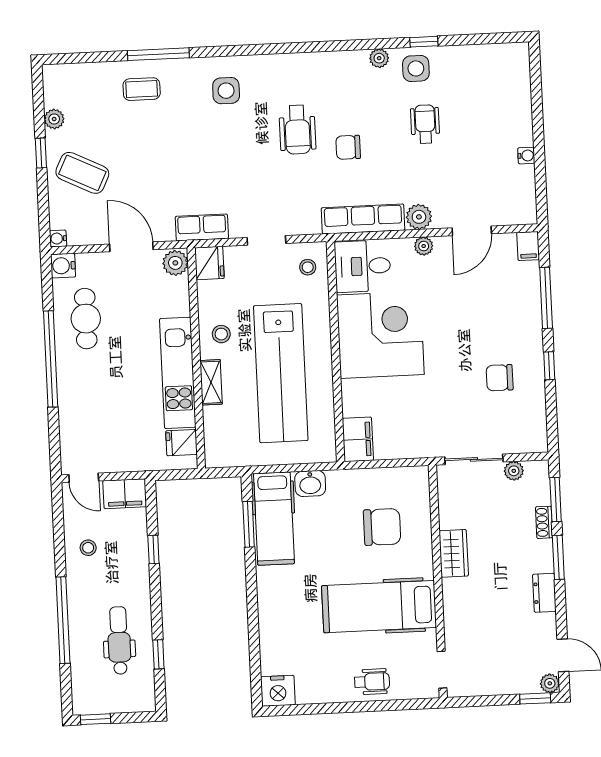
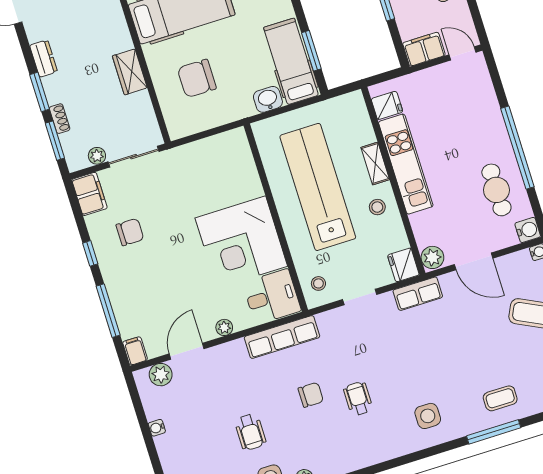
wheelchair: (297, 130) -> (358, 399), width x0.73, depth x0.73
plant: (419, 217) -> (161, 375), moved
filing cabinet: (358, 439) -> (89, 194), moved, turned 180

